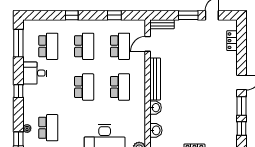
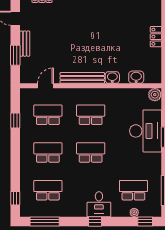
window: (72, 15) -> (15, 198), moved
window: (188, 15) -> (15, 55), moved
bench: (162, 24) -> (25, 44), moved
door: (148, 44) -> (45, 86), swing flipped
desk: (35, 73) -> (99, 204), moved

